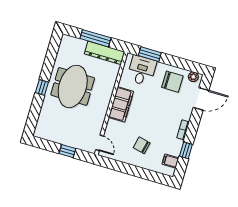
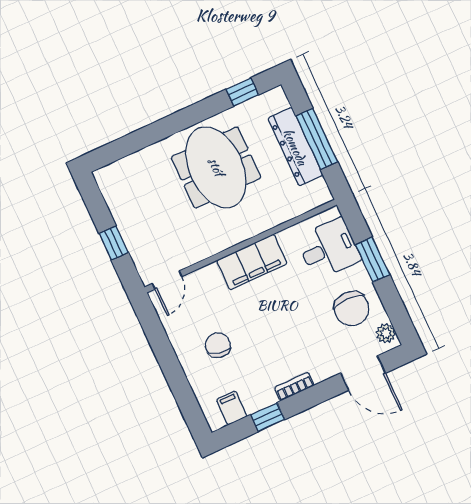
dresser: (105, 53) -> (295, 147), moved
window: (150, 54) -> (372, 260), moved
meeting table: (73, 86) -> (216, 167), turned 90
window: (42, 87) -> (242, 92), moved

